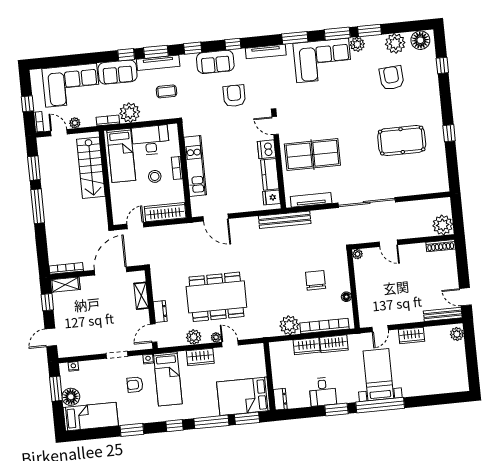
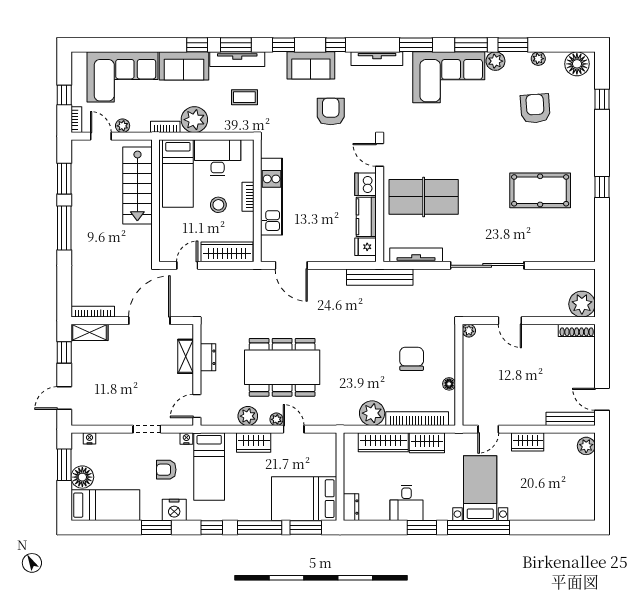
plant: (395, 43) -> (538, 59), width x0.53, depth x0.53
dresser: (160, 311) -> (208, 357), moved
wardrobe: (307, 346) -> (383, 442), width x1.50
nightstand: (144, 415) -> (174, 510), added

